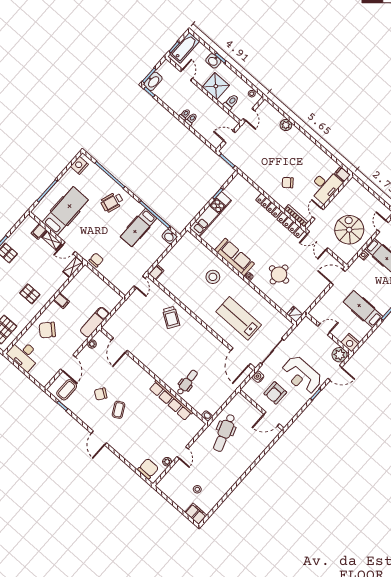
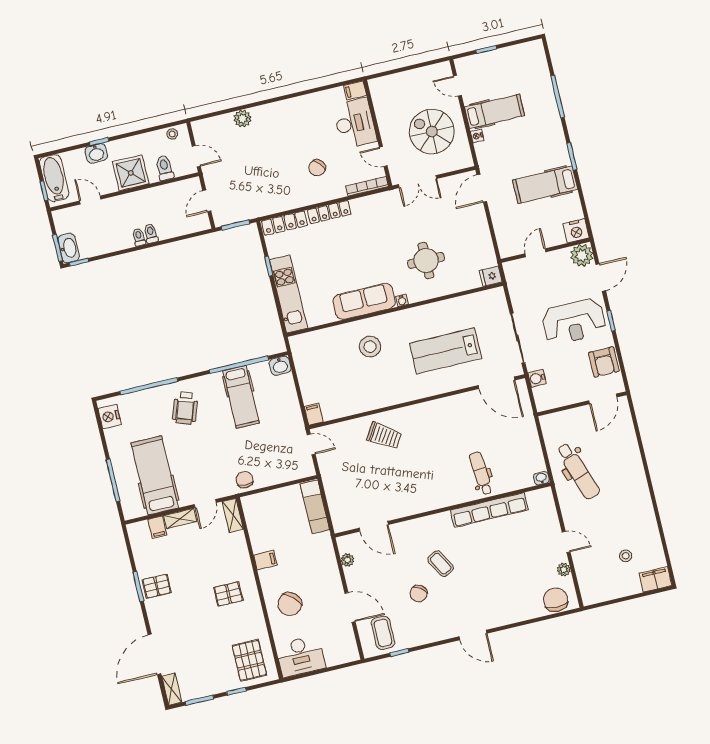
locker: (291, 225) -> (285, 223), moved
exam couch: (95, 322) -> (315, 507), moved
armchair: (275, 393) -> (604, 362), moved
coffee table: (118, 410) -> (441, 564), moved

